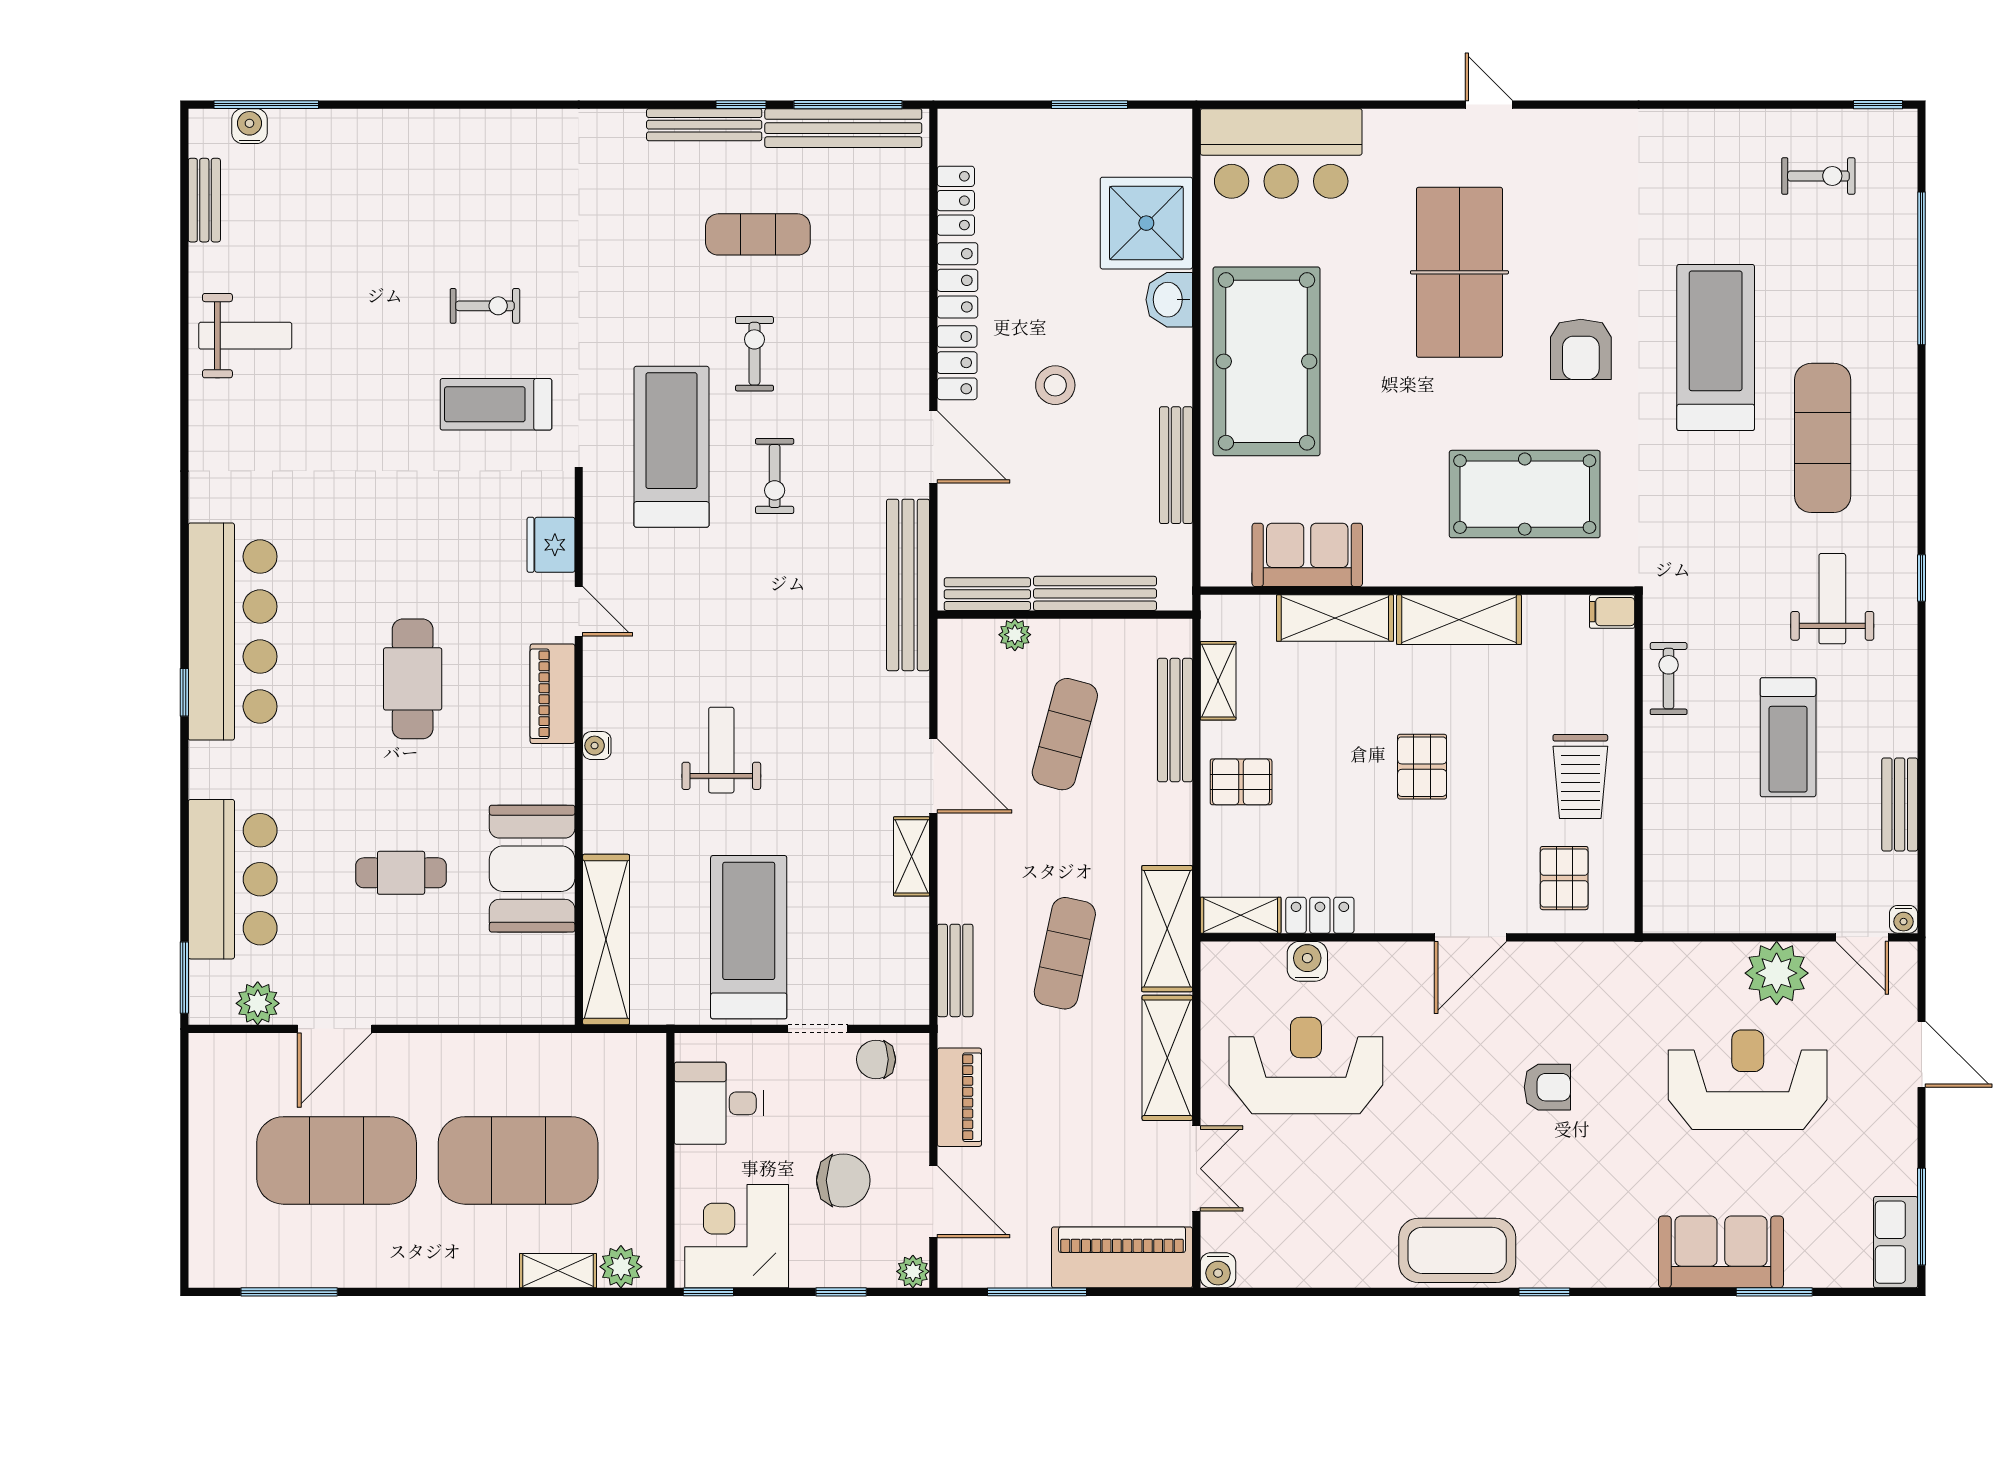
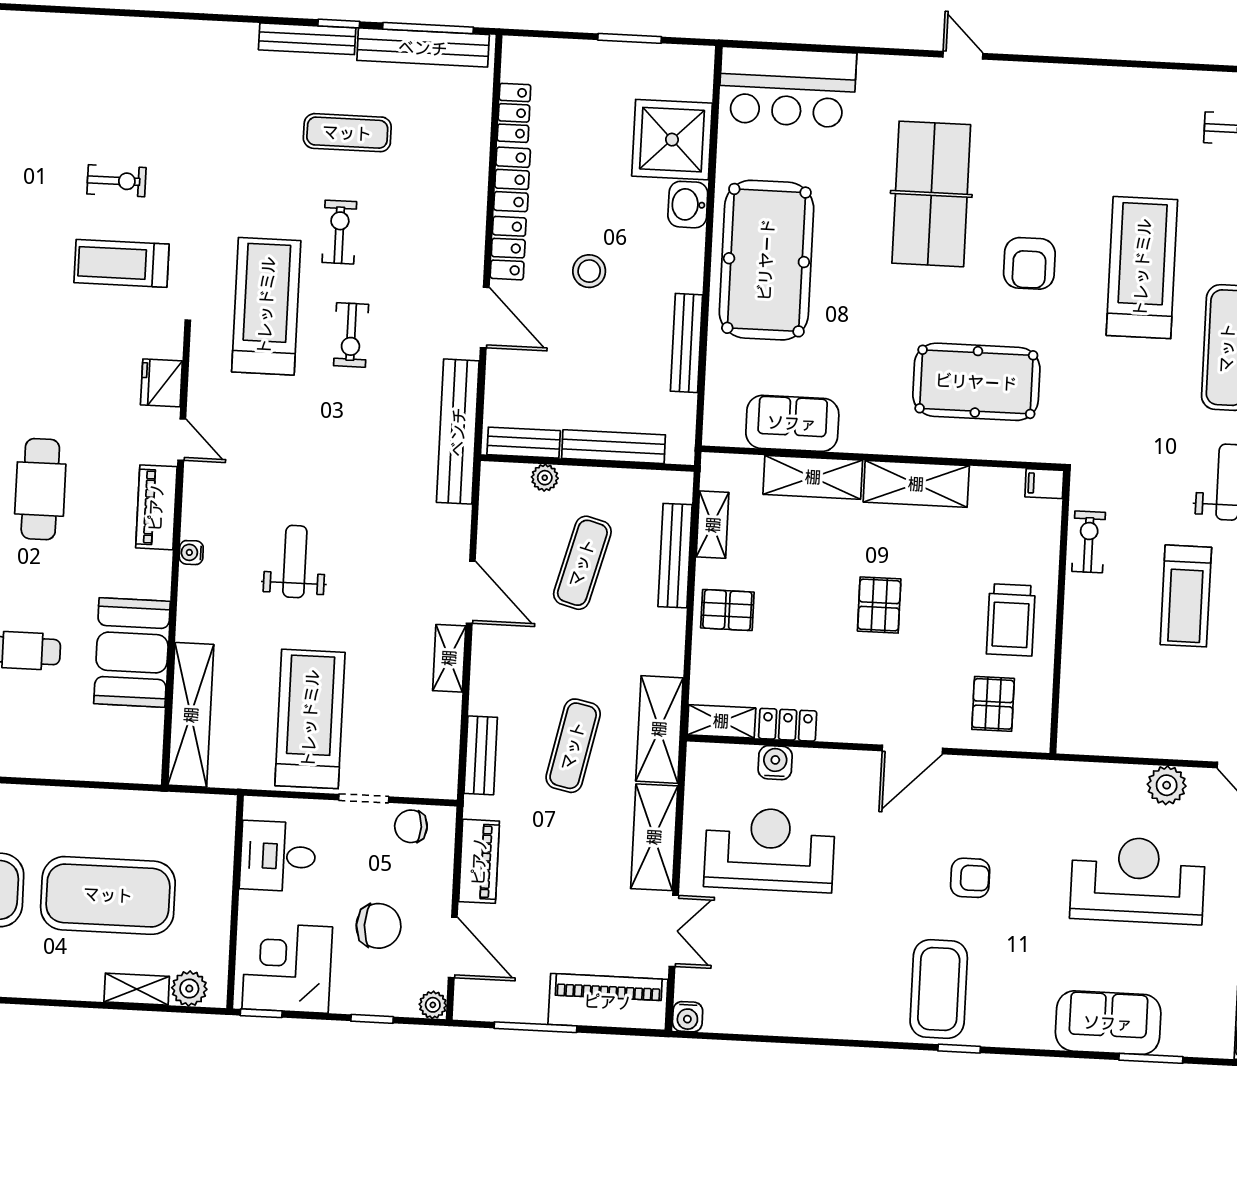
plant: (1777, 973) -> (1167, 785), width x0.73, depth x0.73
coffee table: (1457, 1250) -> (939, 989), moved, turned 90

